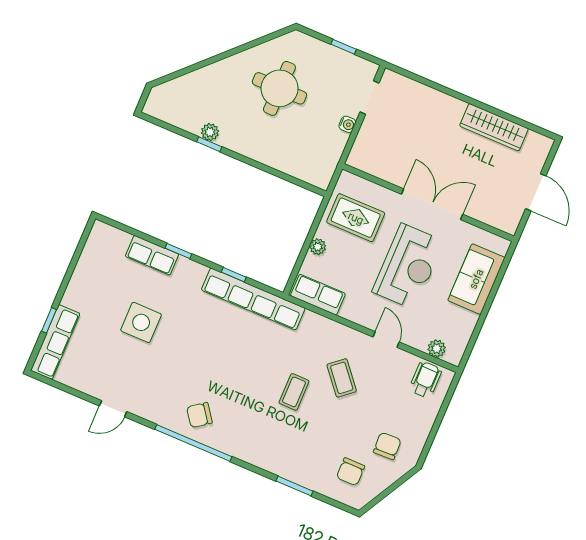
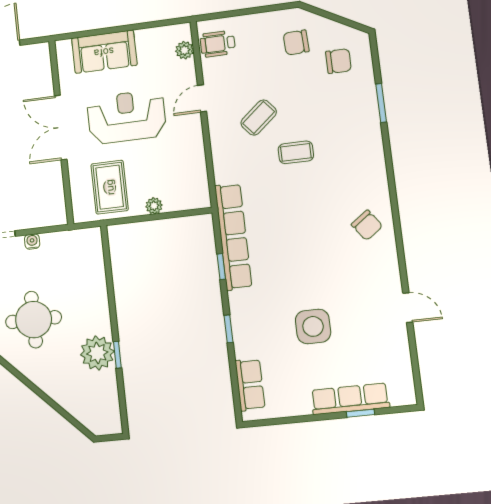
plant: (210, 132) -> (97, 353), width x1.88, depth x1.88
row of seats: (152, 255) -> (250, 385), moved
row of seats: (318, 295) -> (196, 181), removed
row of seats: (55, 342) -> (350, 399), moved
window: (193, 443) -> (396, 216), removed

